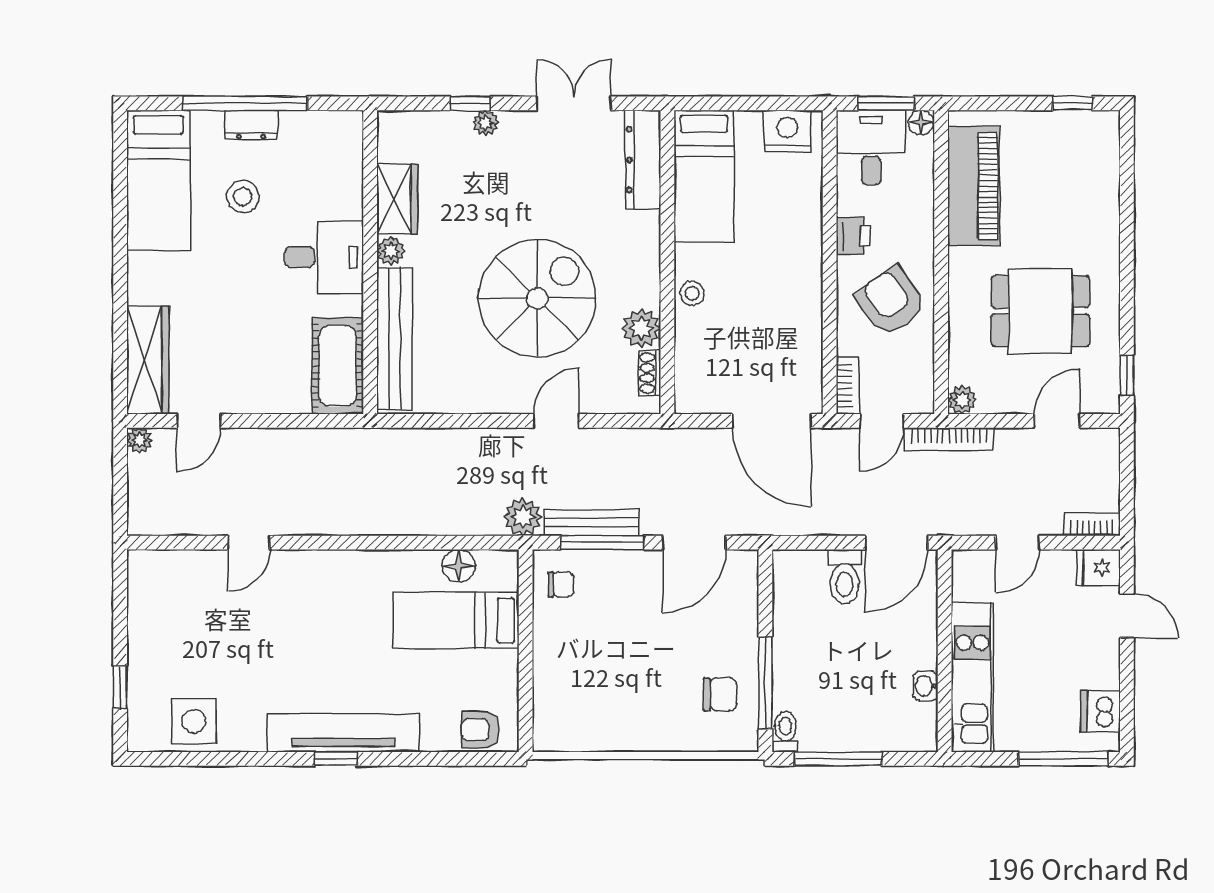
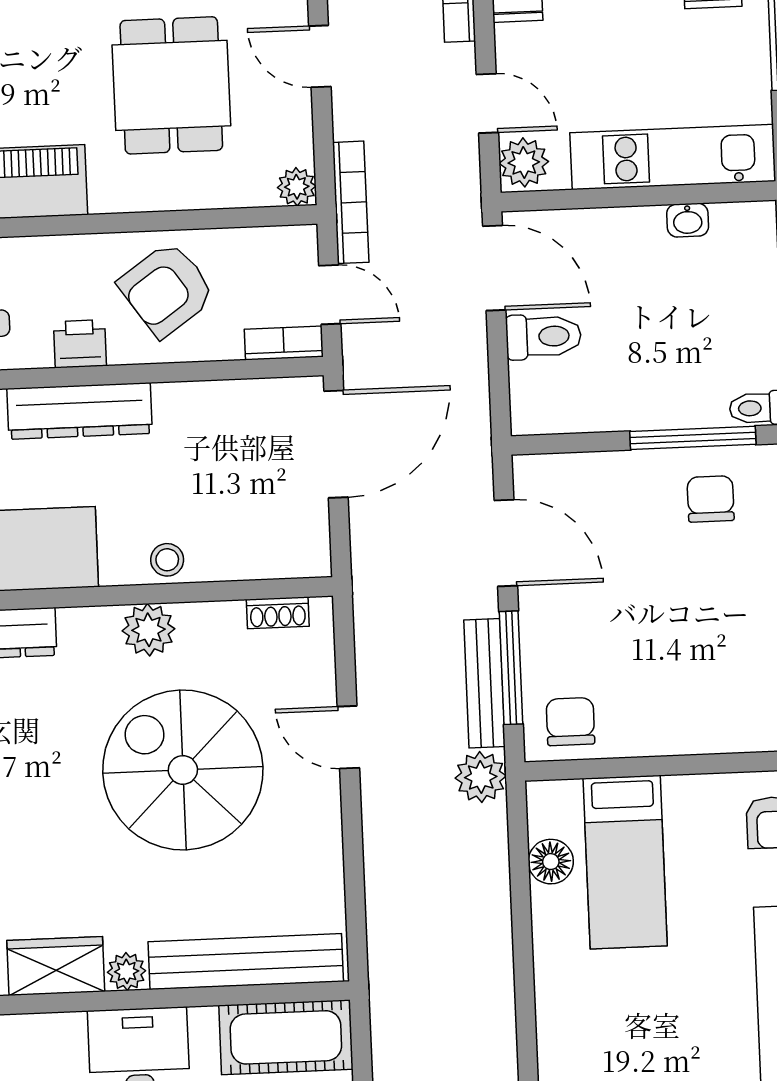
dresser: (804, 234) -> (80, 411), added
plant: (641, 328) -> (148, 630), moved
plant: (973, 567) -> (524, 162), added
chair: (561, 585) -> (570, 722), width x1.37, depth x1.37

